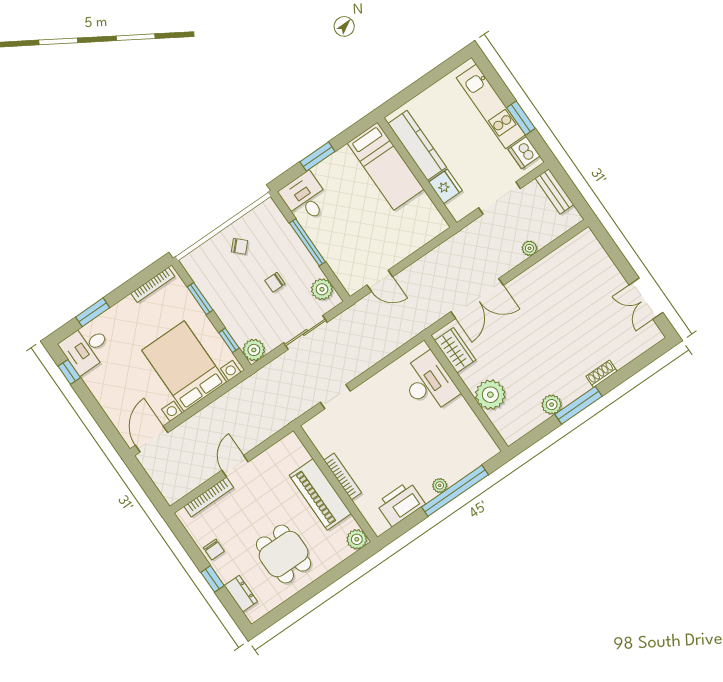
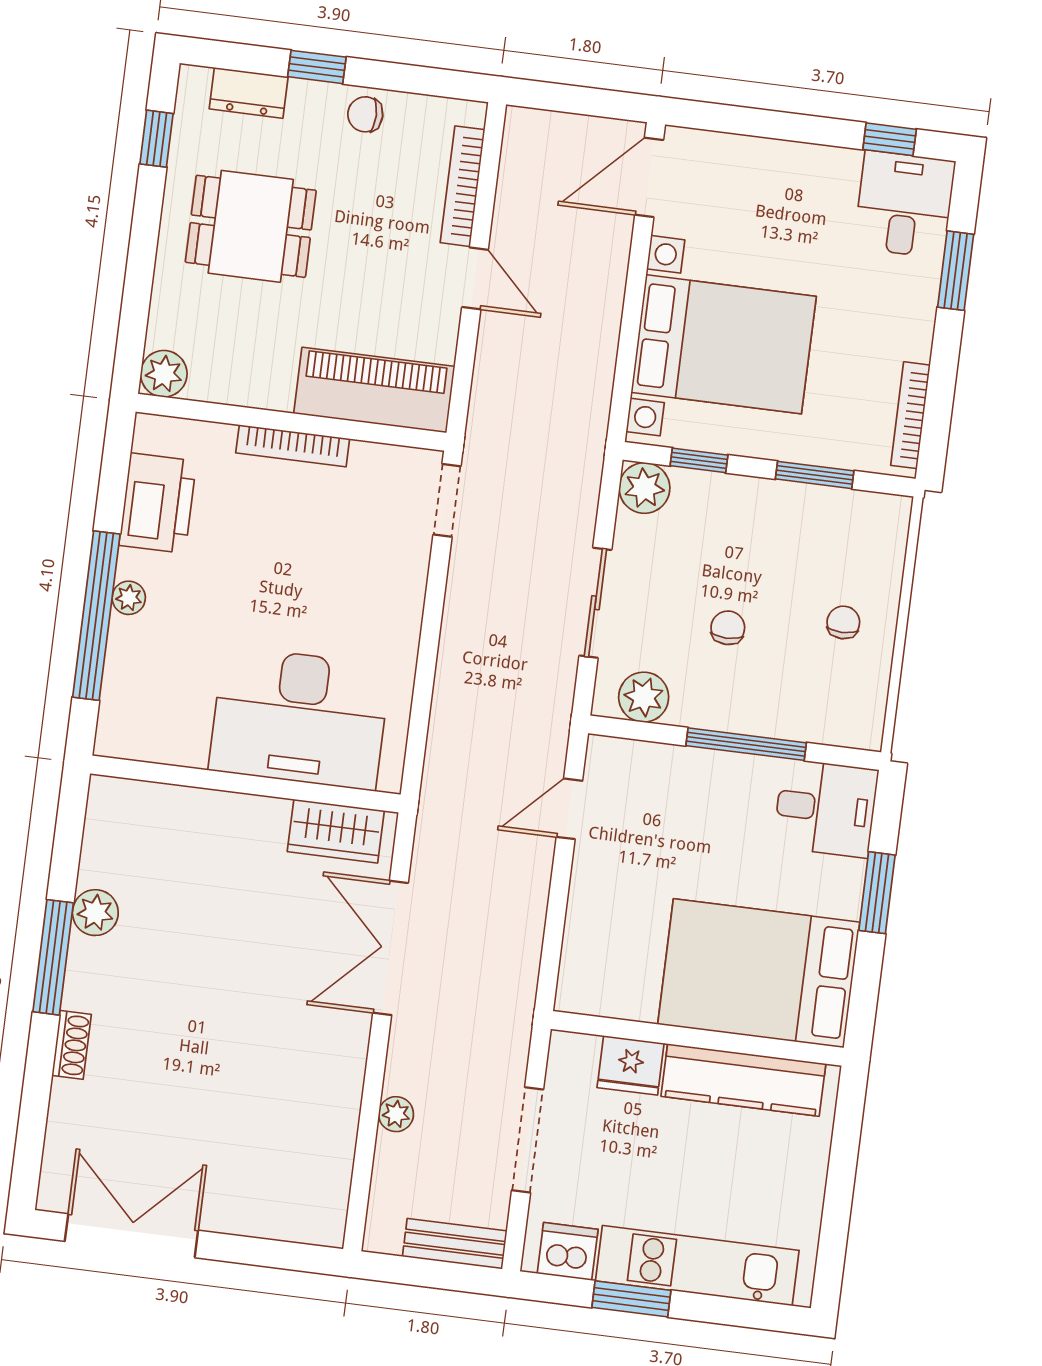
bed: (386, 166) -> (759, 973), width x1.50
chair: (240, 246) -> (843, 622), turned 136
double door: (646, 299) -> (131, 1236), width x1.37
desk: (429, 383) -> (299, 718), width x1.36, depth x1.30
plant: (490, 395) -> (206, 823), removed
doorway: (335, 397) -> (447, 500), moved
door: (152, 439) -> (649, 177), swing flipped
piano: (320, 494) -> (374, 390), moved
window: (283, 610) -> (157, 139), added

